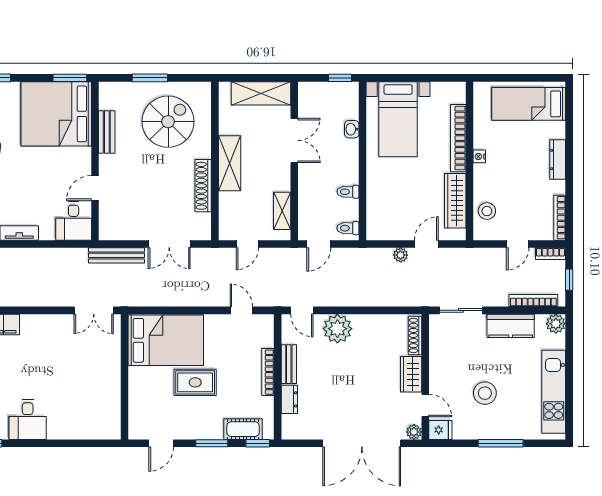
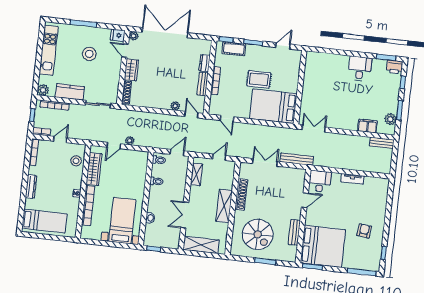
spiral stairs: (168, 122) -> (258, 234), turned -90
plant: (337, 329) -> (175, 106), width x0.53, depth x0.53

